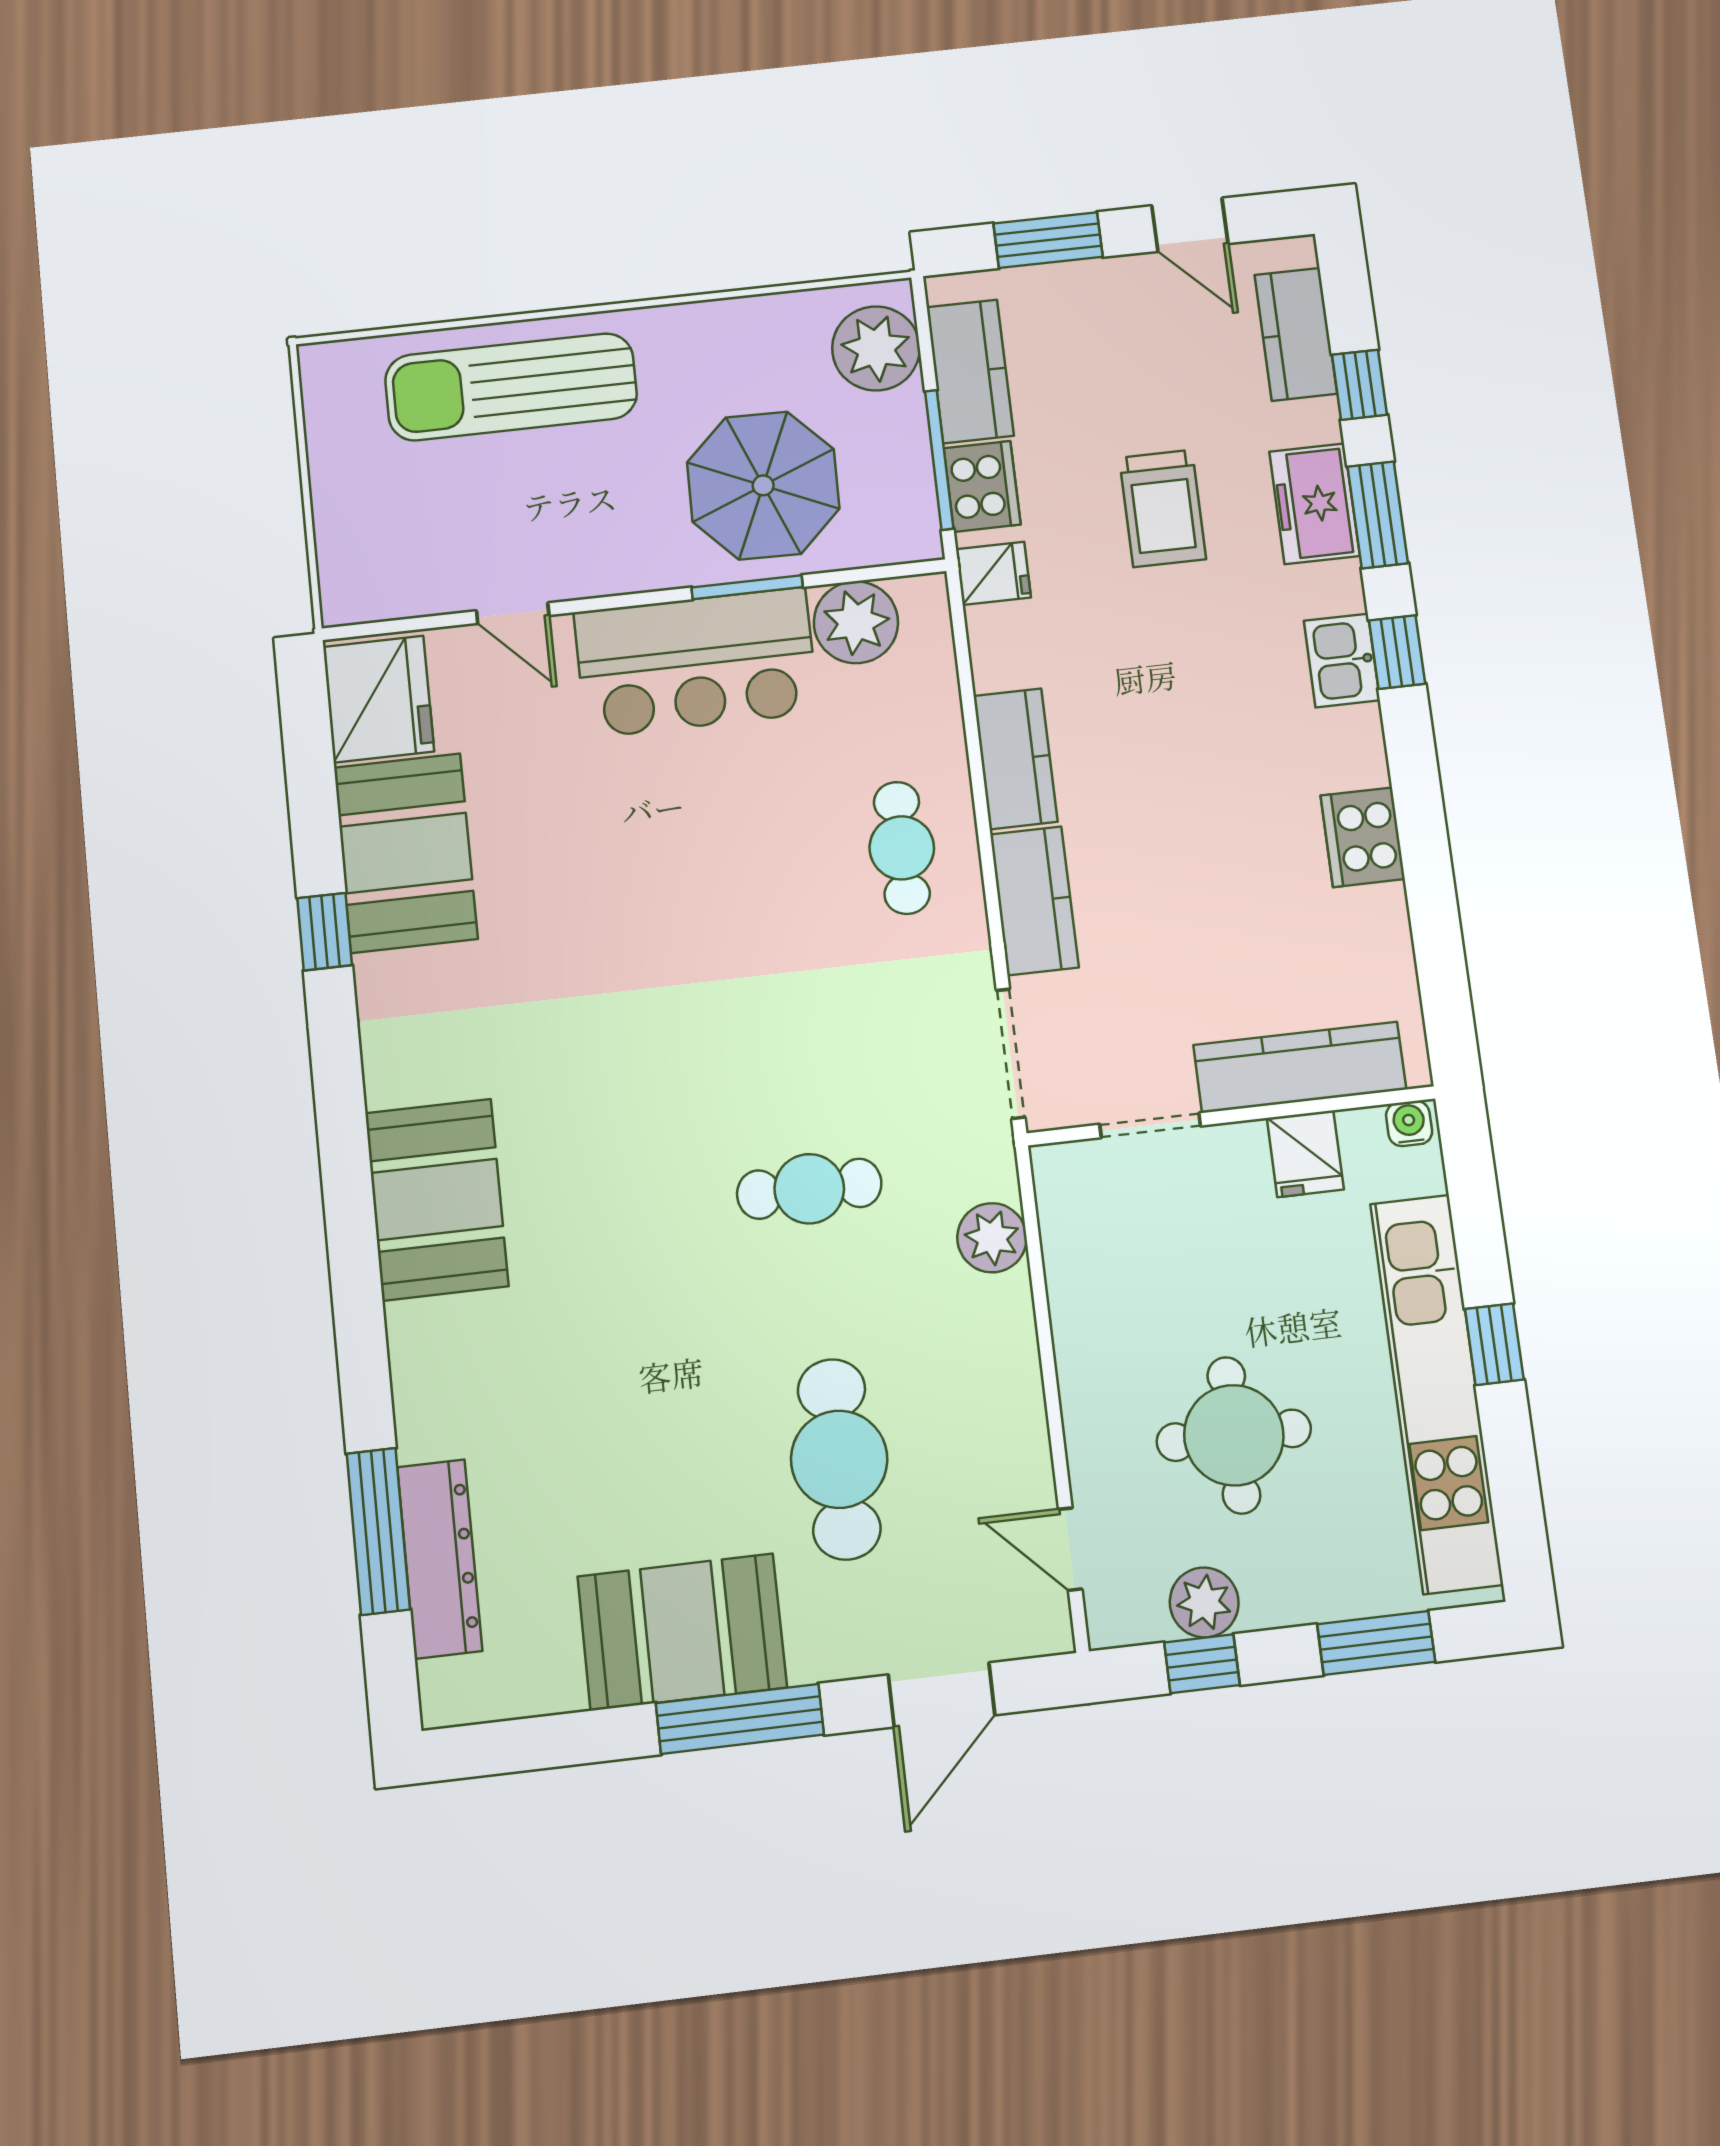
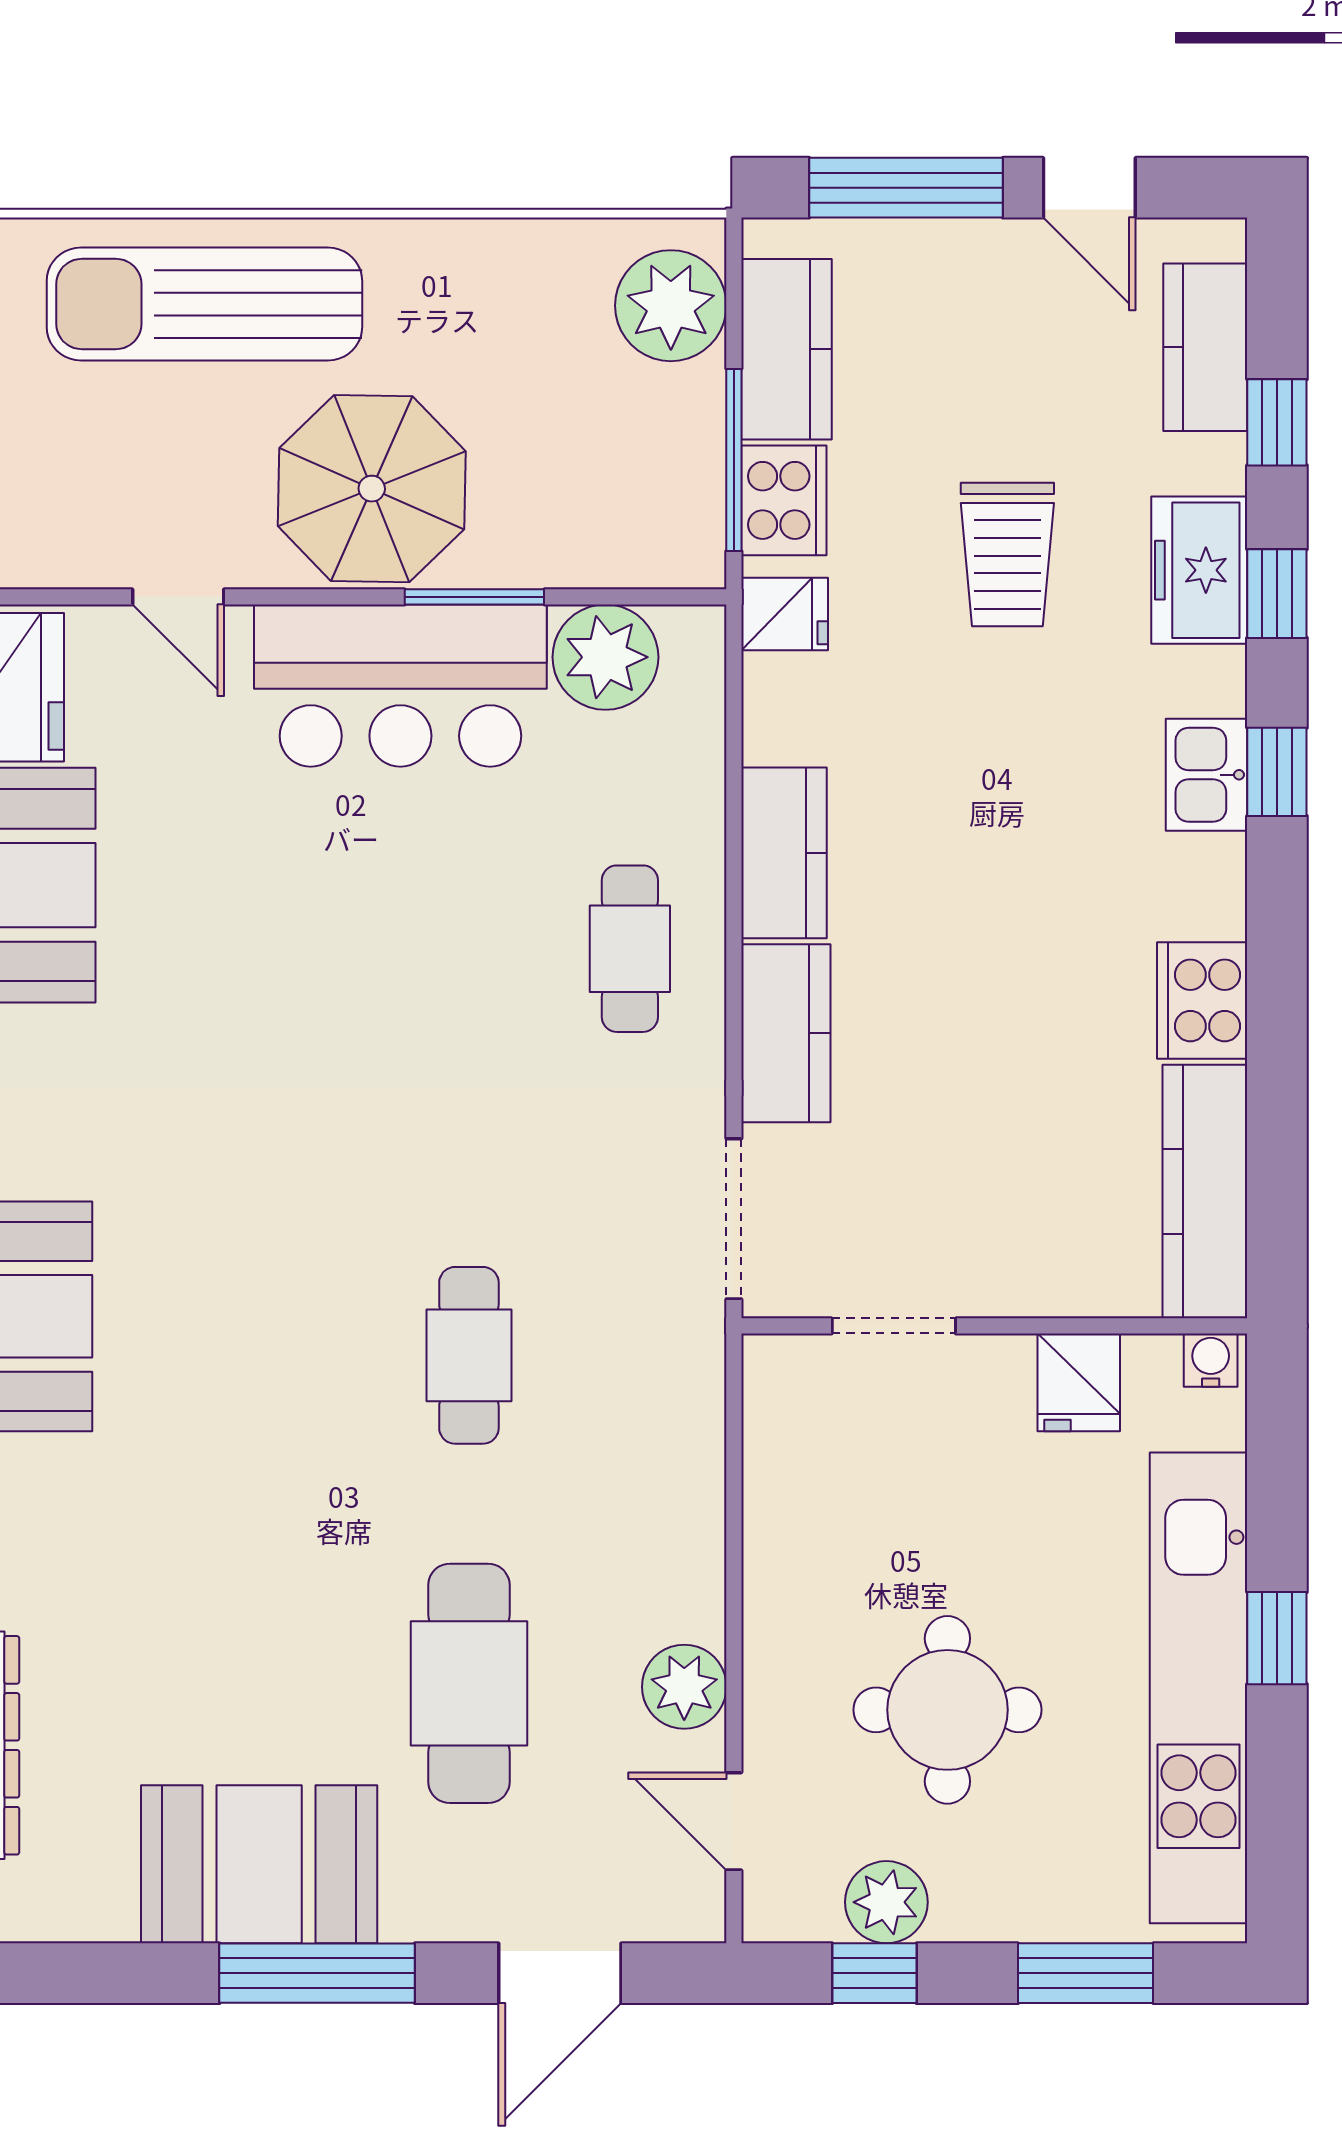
window: (1048, 240) -> (906, 188), width x1.44
parasol: (763, 485) -> (372, 489), moved
window: (1378, 515) -> (1277, 594), width x0.67
kitchen counter: (1300, 1067) -> (1205, 1192), moved, turned -90
cafe table: (809, 1189) -> (469, 1355), turned 90
plant: (992, 1238) -> (684, 1687), moved

